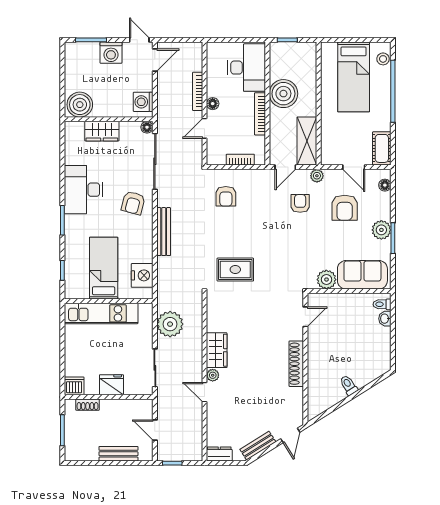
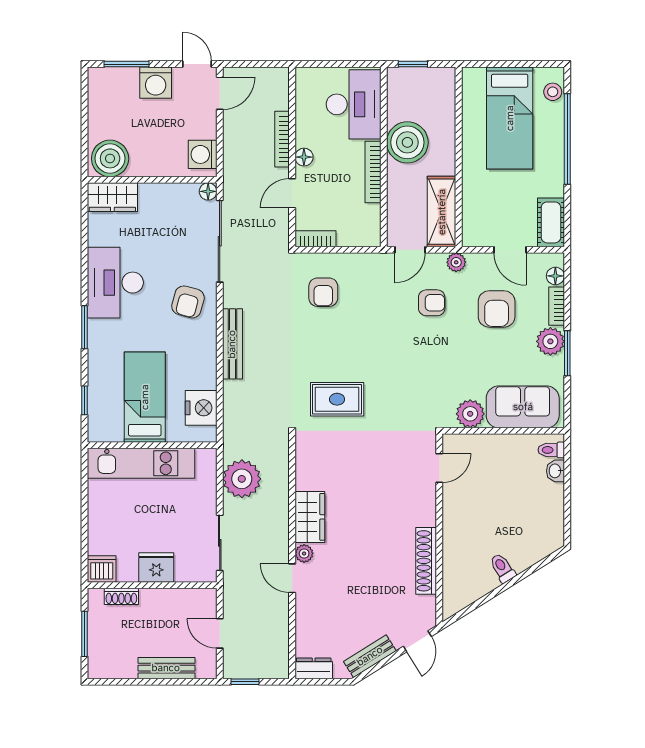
wardrobe: (102, 131) -> (112, 197), moved
bookcase: (240, 160) -> (315, 239), moved
armchair: (300, 203) -> (432, 303), turned 90
bookcase: (386, 206) -> (557, 306), added
shoe rack: (296, 364) -> (426, 561), moved

